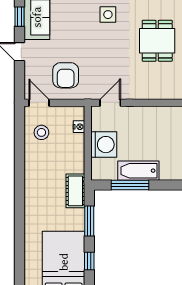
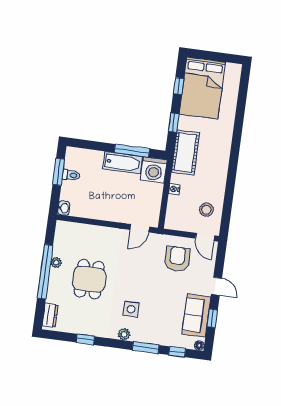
nightstand: (79, 127) -> (174, 189), moved
washing machine: (104, 145) -> (154, 170), moved, turned -90
cot: (75, 191) -> (186, 152), width x1.37, depth x1.34
window: (89, 221) -> (174, 123), width x0.67

